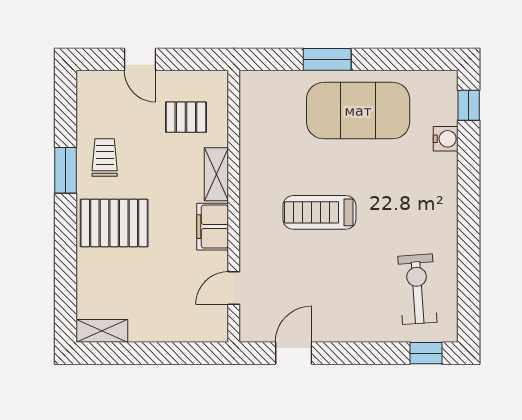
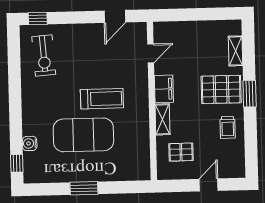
door: (140, 59) -> (209, 185), hinge flipped
window: (327, 59) -> (84, 188), moved
exercise mat: (358, 111) -> (83, 135), moved
window: (65, 170) -> (250, 94), moved
shelving: (102, 331) -> (235, 51), moved, turned 90

